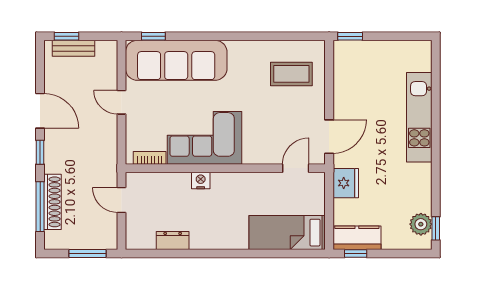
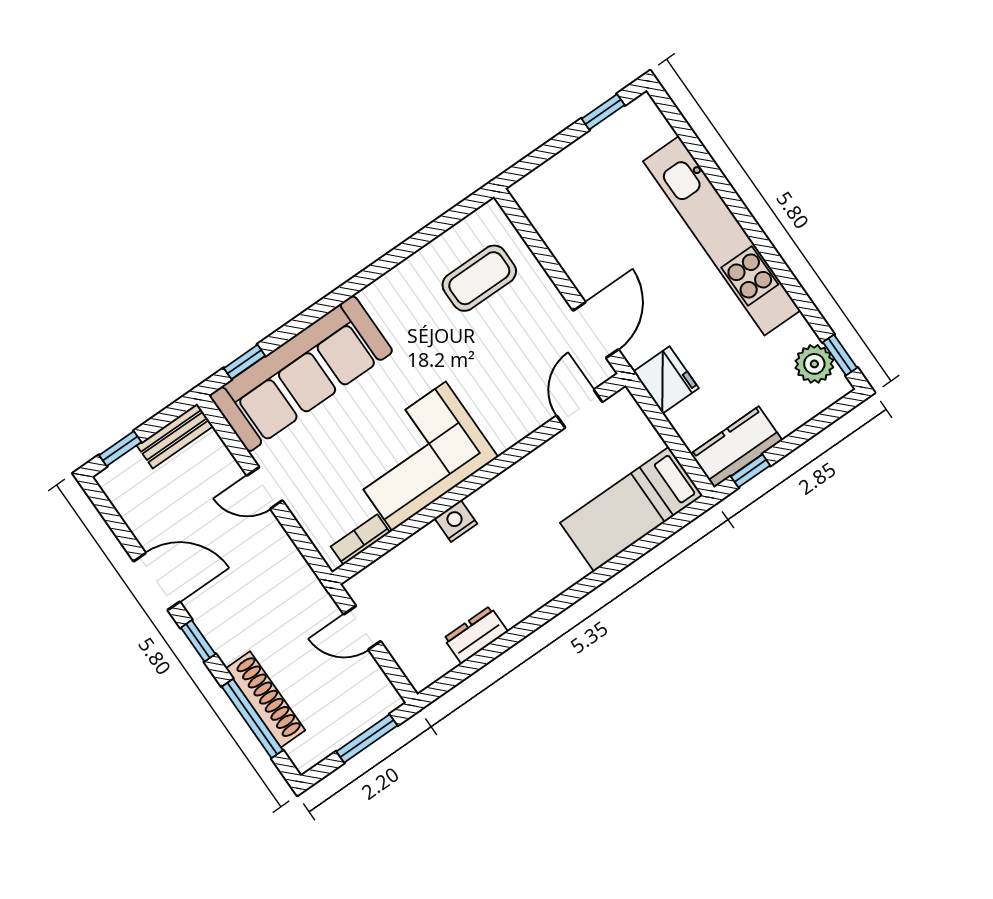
window: (350, 36) -> (603, 112), moved
bench: (74, 48) -> (175, 436), moved
kitchen unit: (419, 117) -> (722, 236), width x1.36

